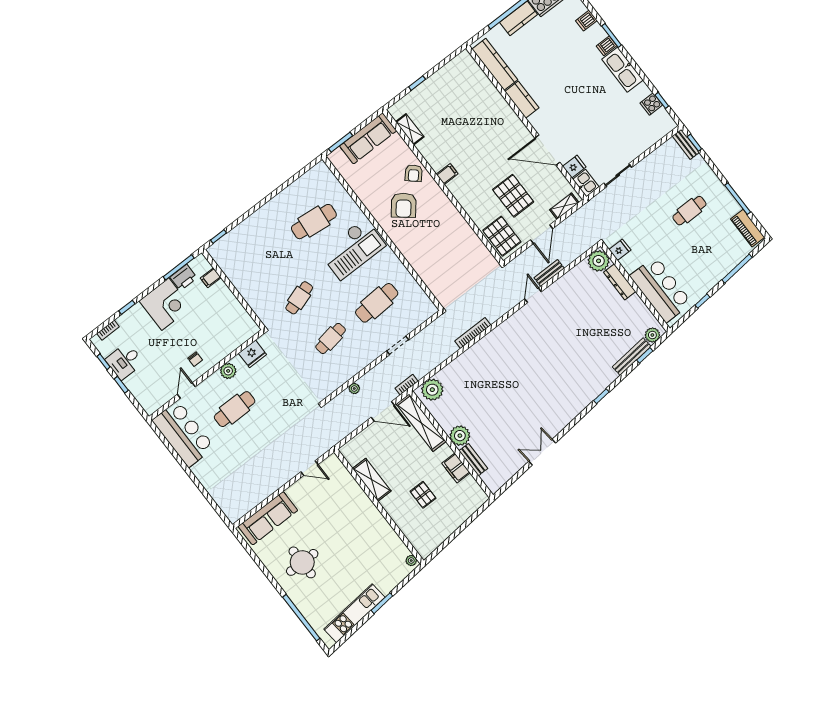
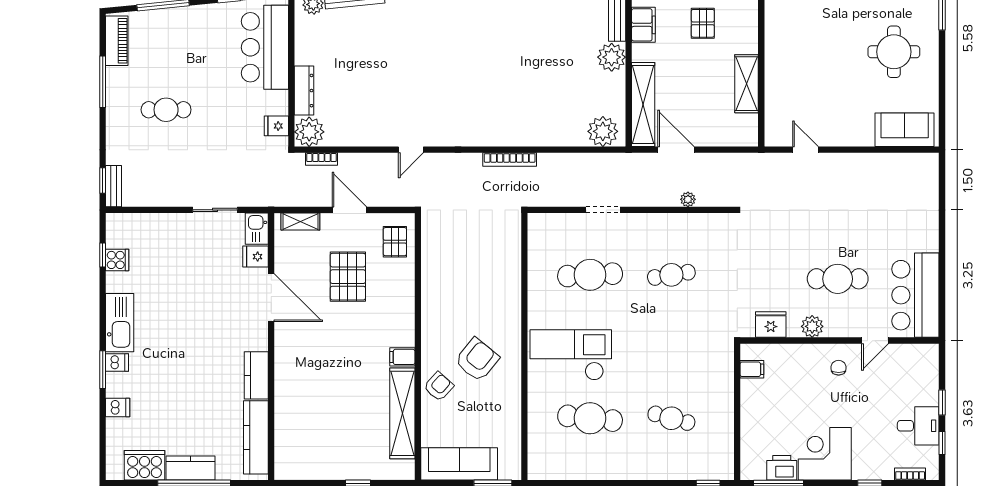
shelving: (410, 129) -> (402, 413), width x2.20, depth x1.33
door: (542, 234) -> (349, 210), hinge flipped
pallet: (502, 236) -> (395, 242), width x0.67, depth x0.71
bench: (549, 273) -> (374, 161), removed
filing cabinet: (211, 278) -> (752, 369), moved
cafe table: (299, 298) -> (671, 418), moved, turned 33
bookcase: (406, 385) -> (321, 159), moved
sofa: (268, 518) -> (905, 130), width x0.73

